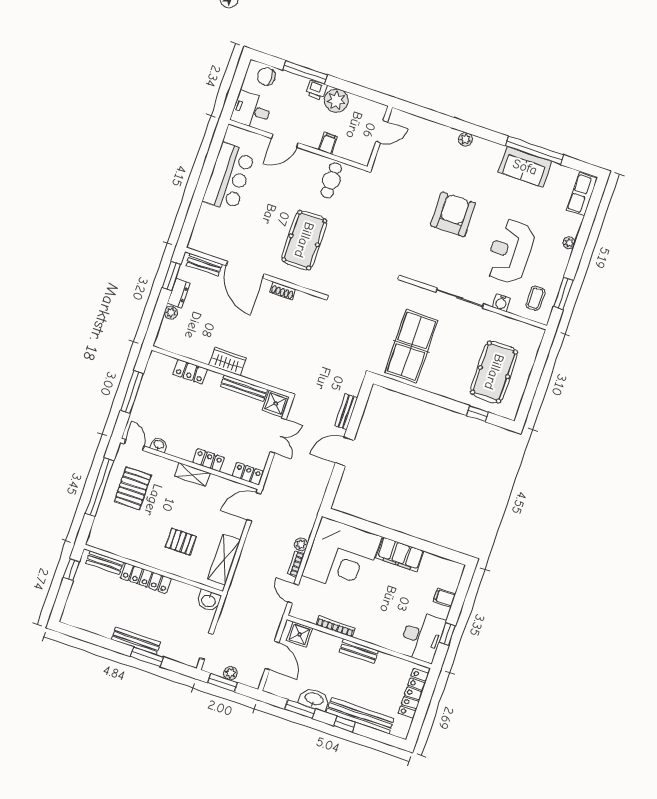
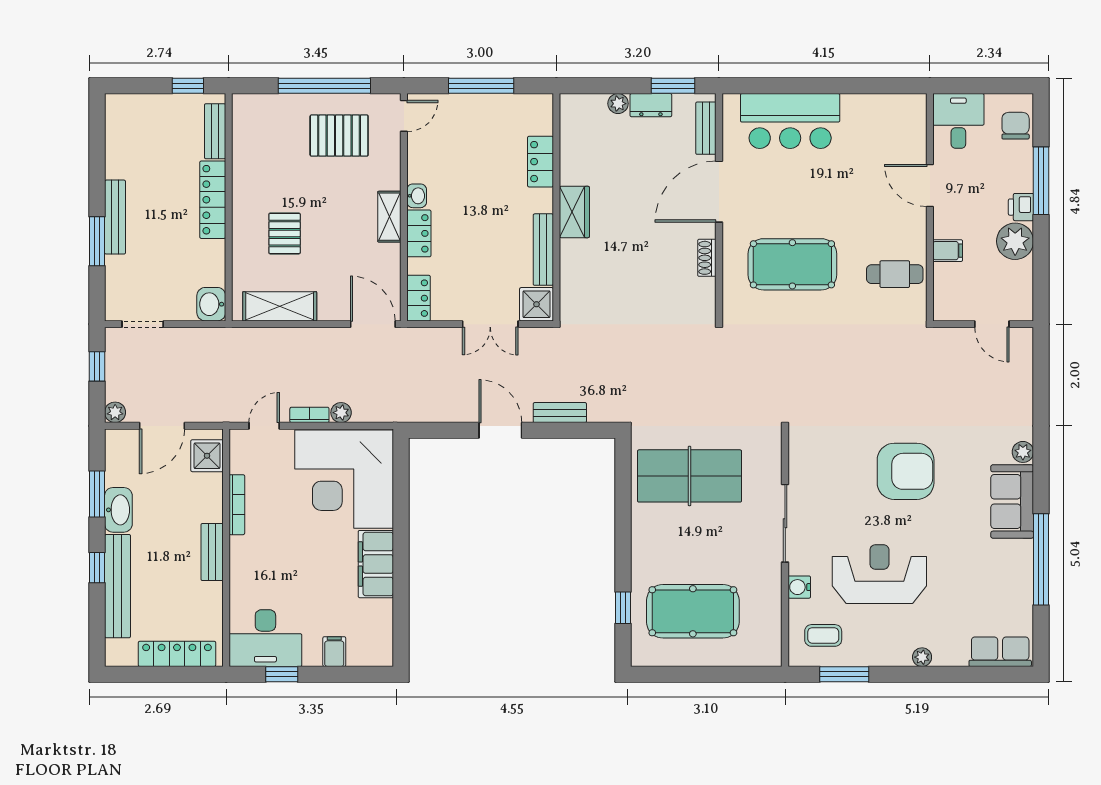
sofa: (525, 167) -> (1012, 501), moved
bar counter: (229, 177) -> (790, 121), moved
washbasin: (159, 445) -> (417, 196), moved
plant: (230, 673) -> (115, 412), moved
window: (223, 683) -> (97, 366), width x0.67

